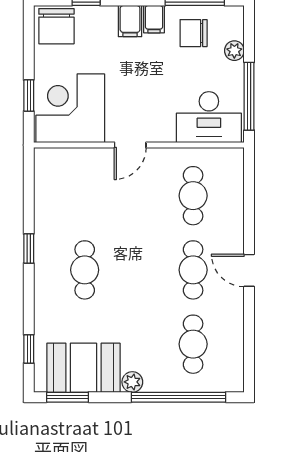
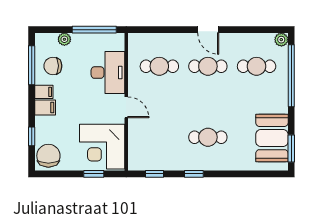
chair: (56, 26) -> (48, 156), turned -90
chair: (194, 33) -> (53, 66), turned 90
desk: (209, 117) -> (108, 73), moved
door: (249, 270) -> (208, 30), hinge flipped
window: (29, 349) -> (154, 174), moved
plant: (132, 382) -> (281, 40), moved

